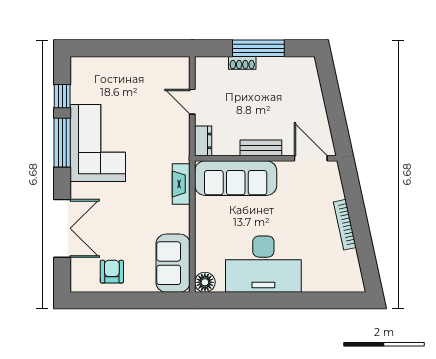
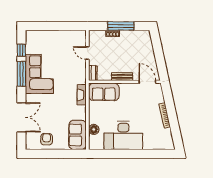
sofa: (236, 178) -> (104, 92), width x0.73
floor lamp: (205, 282) -> (94, 129), moved

